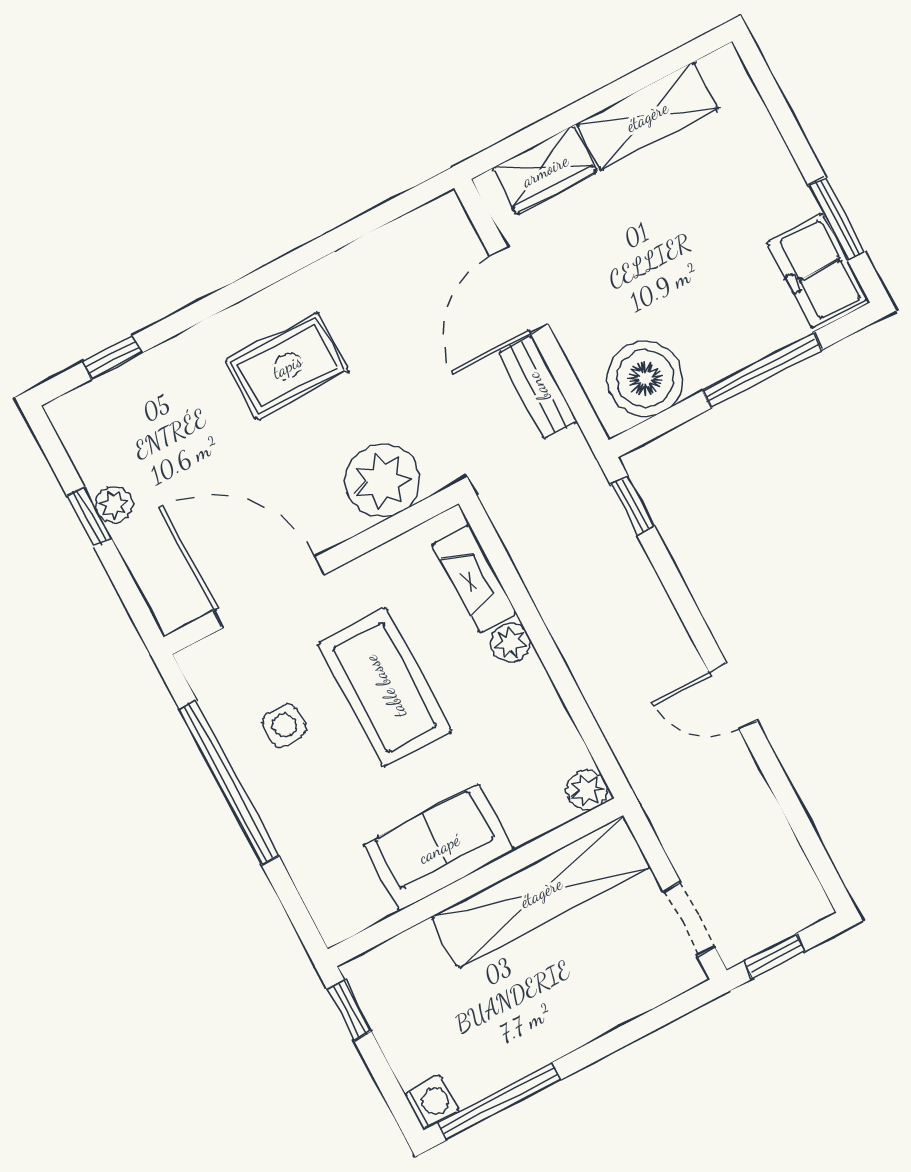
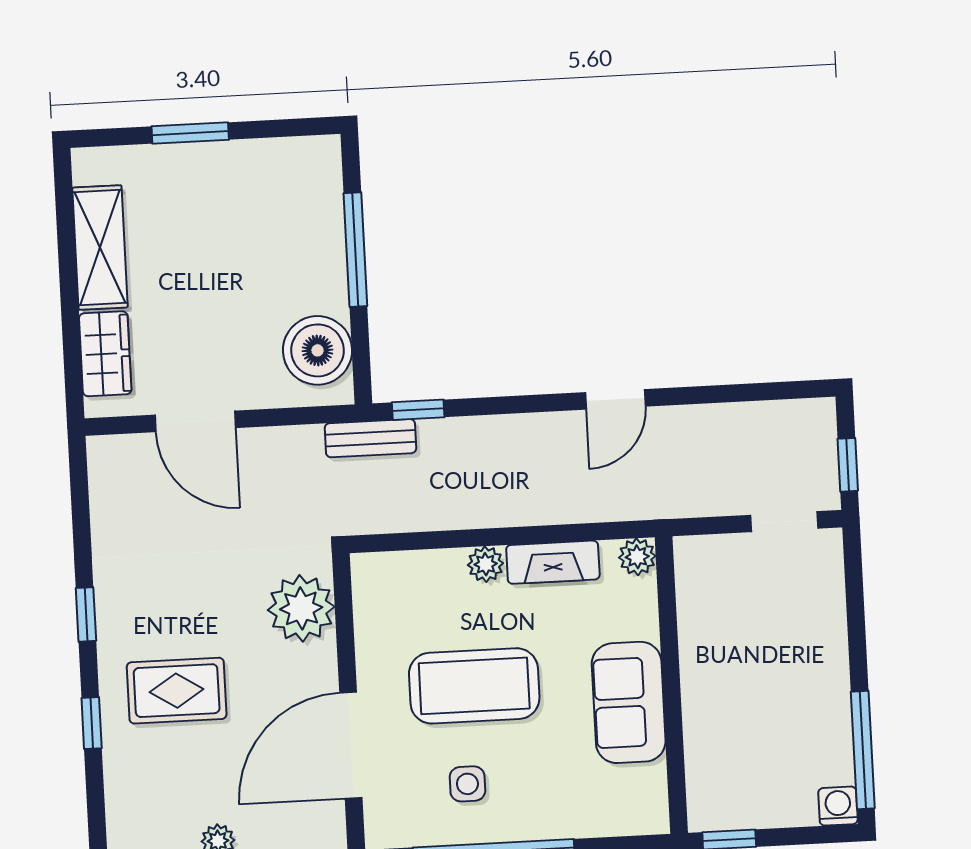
window: (837, 218) -> (190, 133), moved
window: (278, 270) -> (86, 614), added
freezer: (818, 271) -> (294, 165), removed
window: (112, 357) -> (92, 723), moved
rug: (287, 366) -> (177, 691), moved, turned 90
bench: (538, 387) -> (370, 438), moved
fireplace: (475, 579) -> (553, 562), moved
shelving: (541, 892) -> (705, 634), removed

